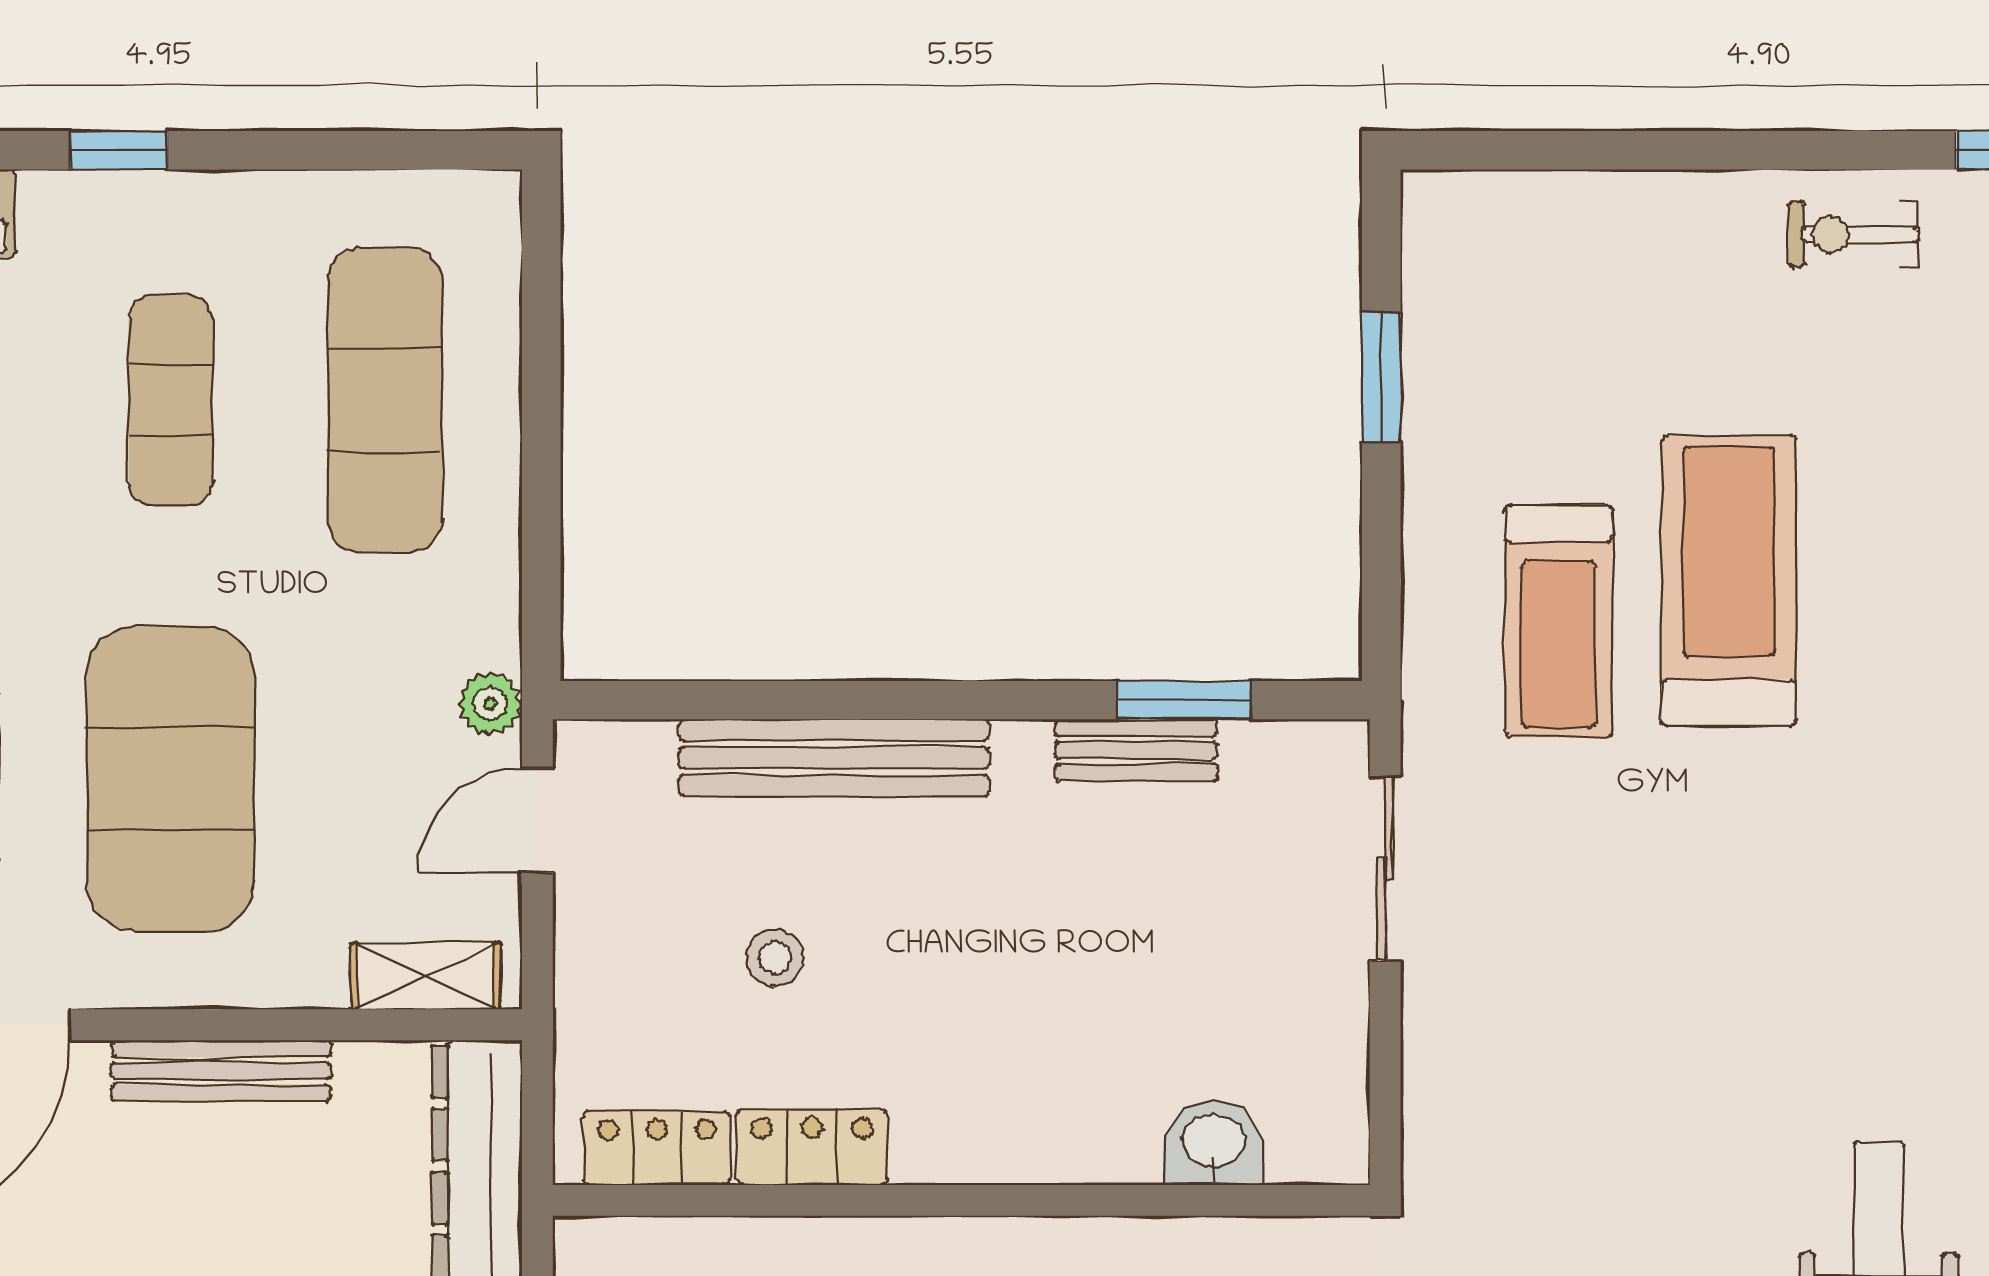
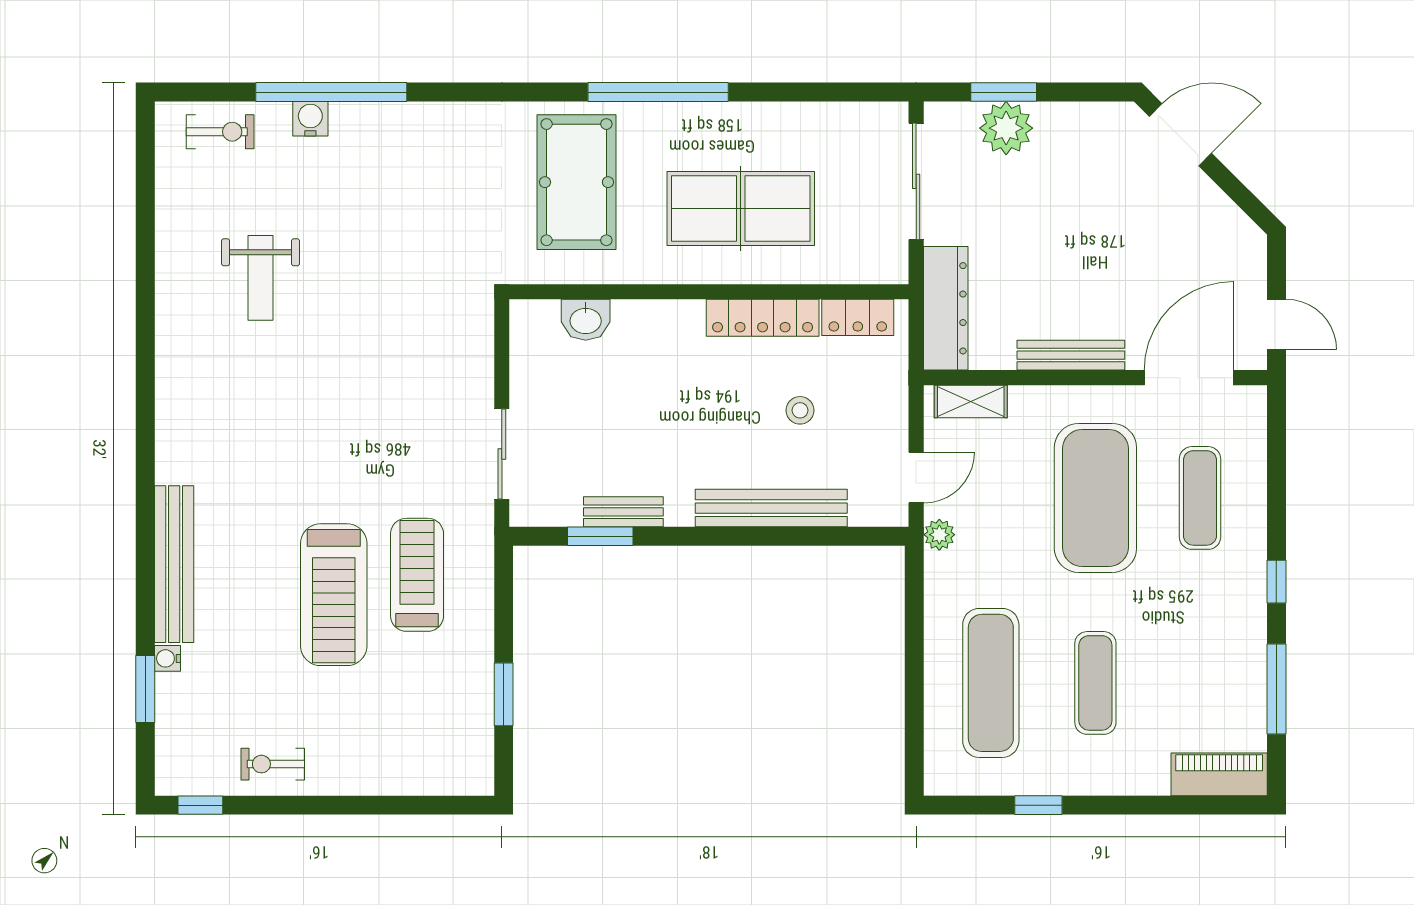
window: (119, 150) -> (1038, 805), moved
exercise bike: (1854, 234) -> (273, 764), turned 180
locker: (812, 1147) -> (763, 318), width x1.53

